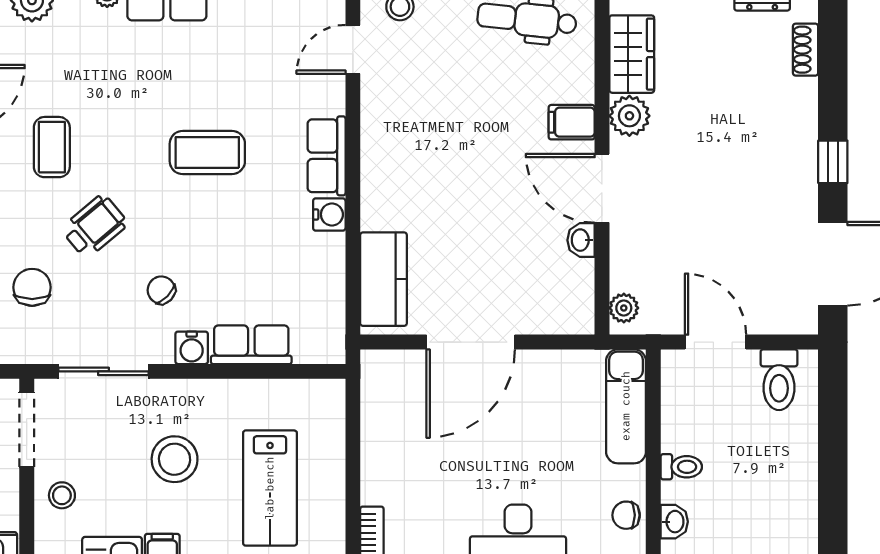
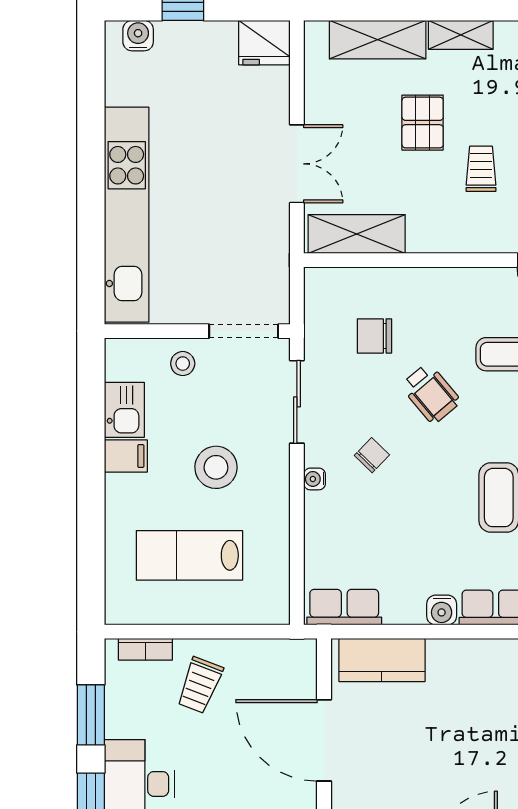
chair: (32, 287) -> (374, 336), turned 180
row of seats: (251, 345) -> (344, 607), moved, turned -90
water cooler: (192, 348) -> (315, 479), width x0.72, depth x0.72
trolley: (411, 477) -> (200, 685), added

